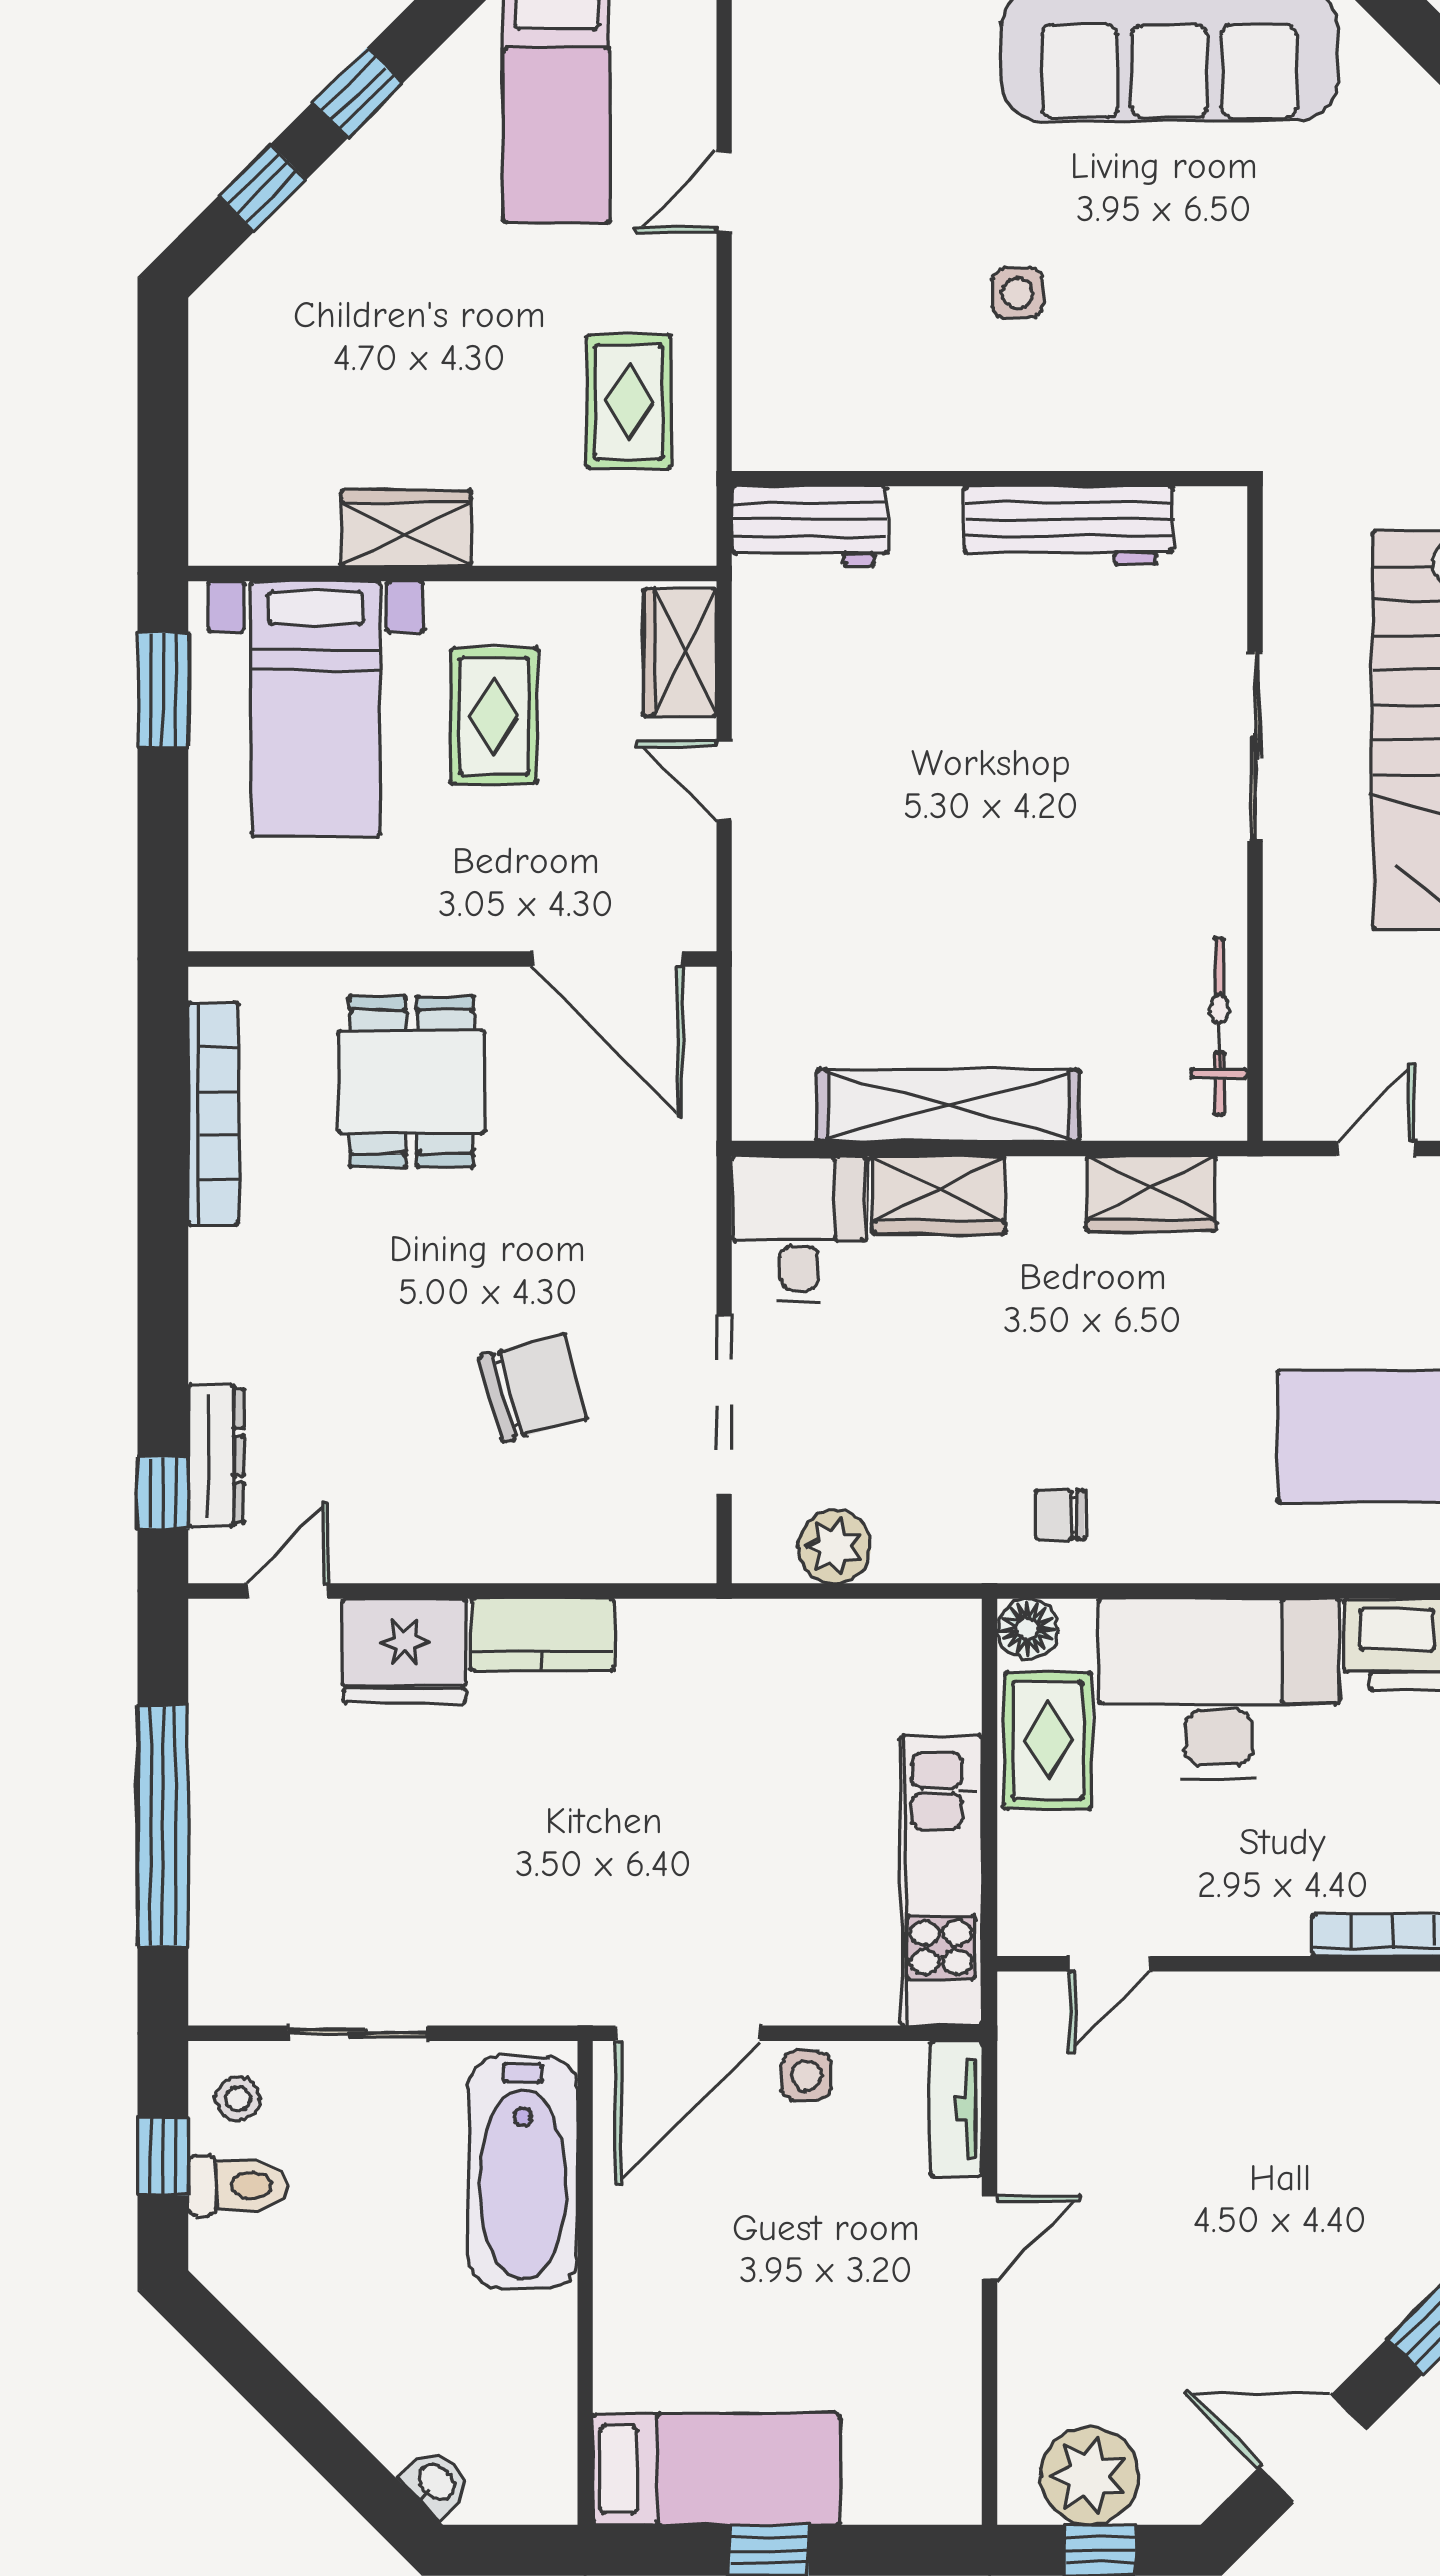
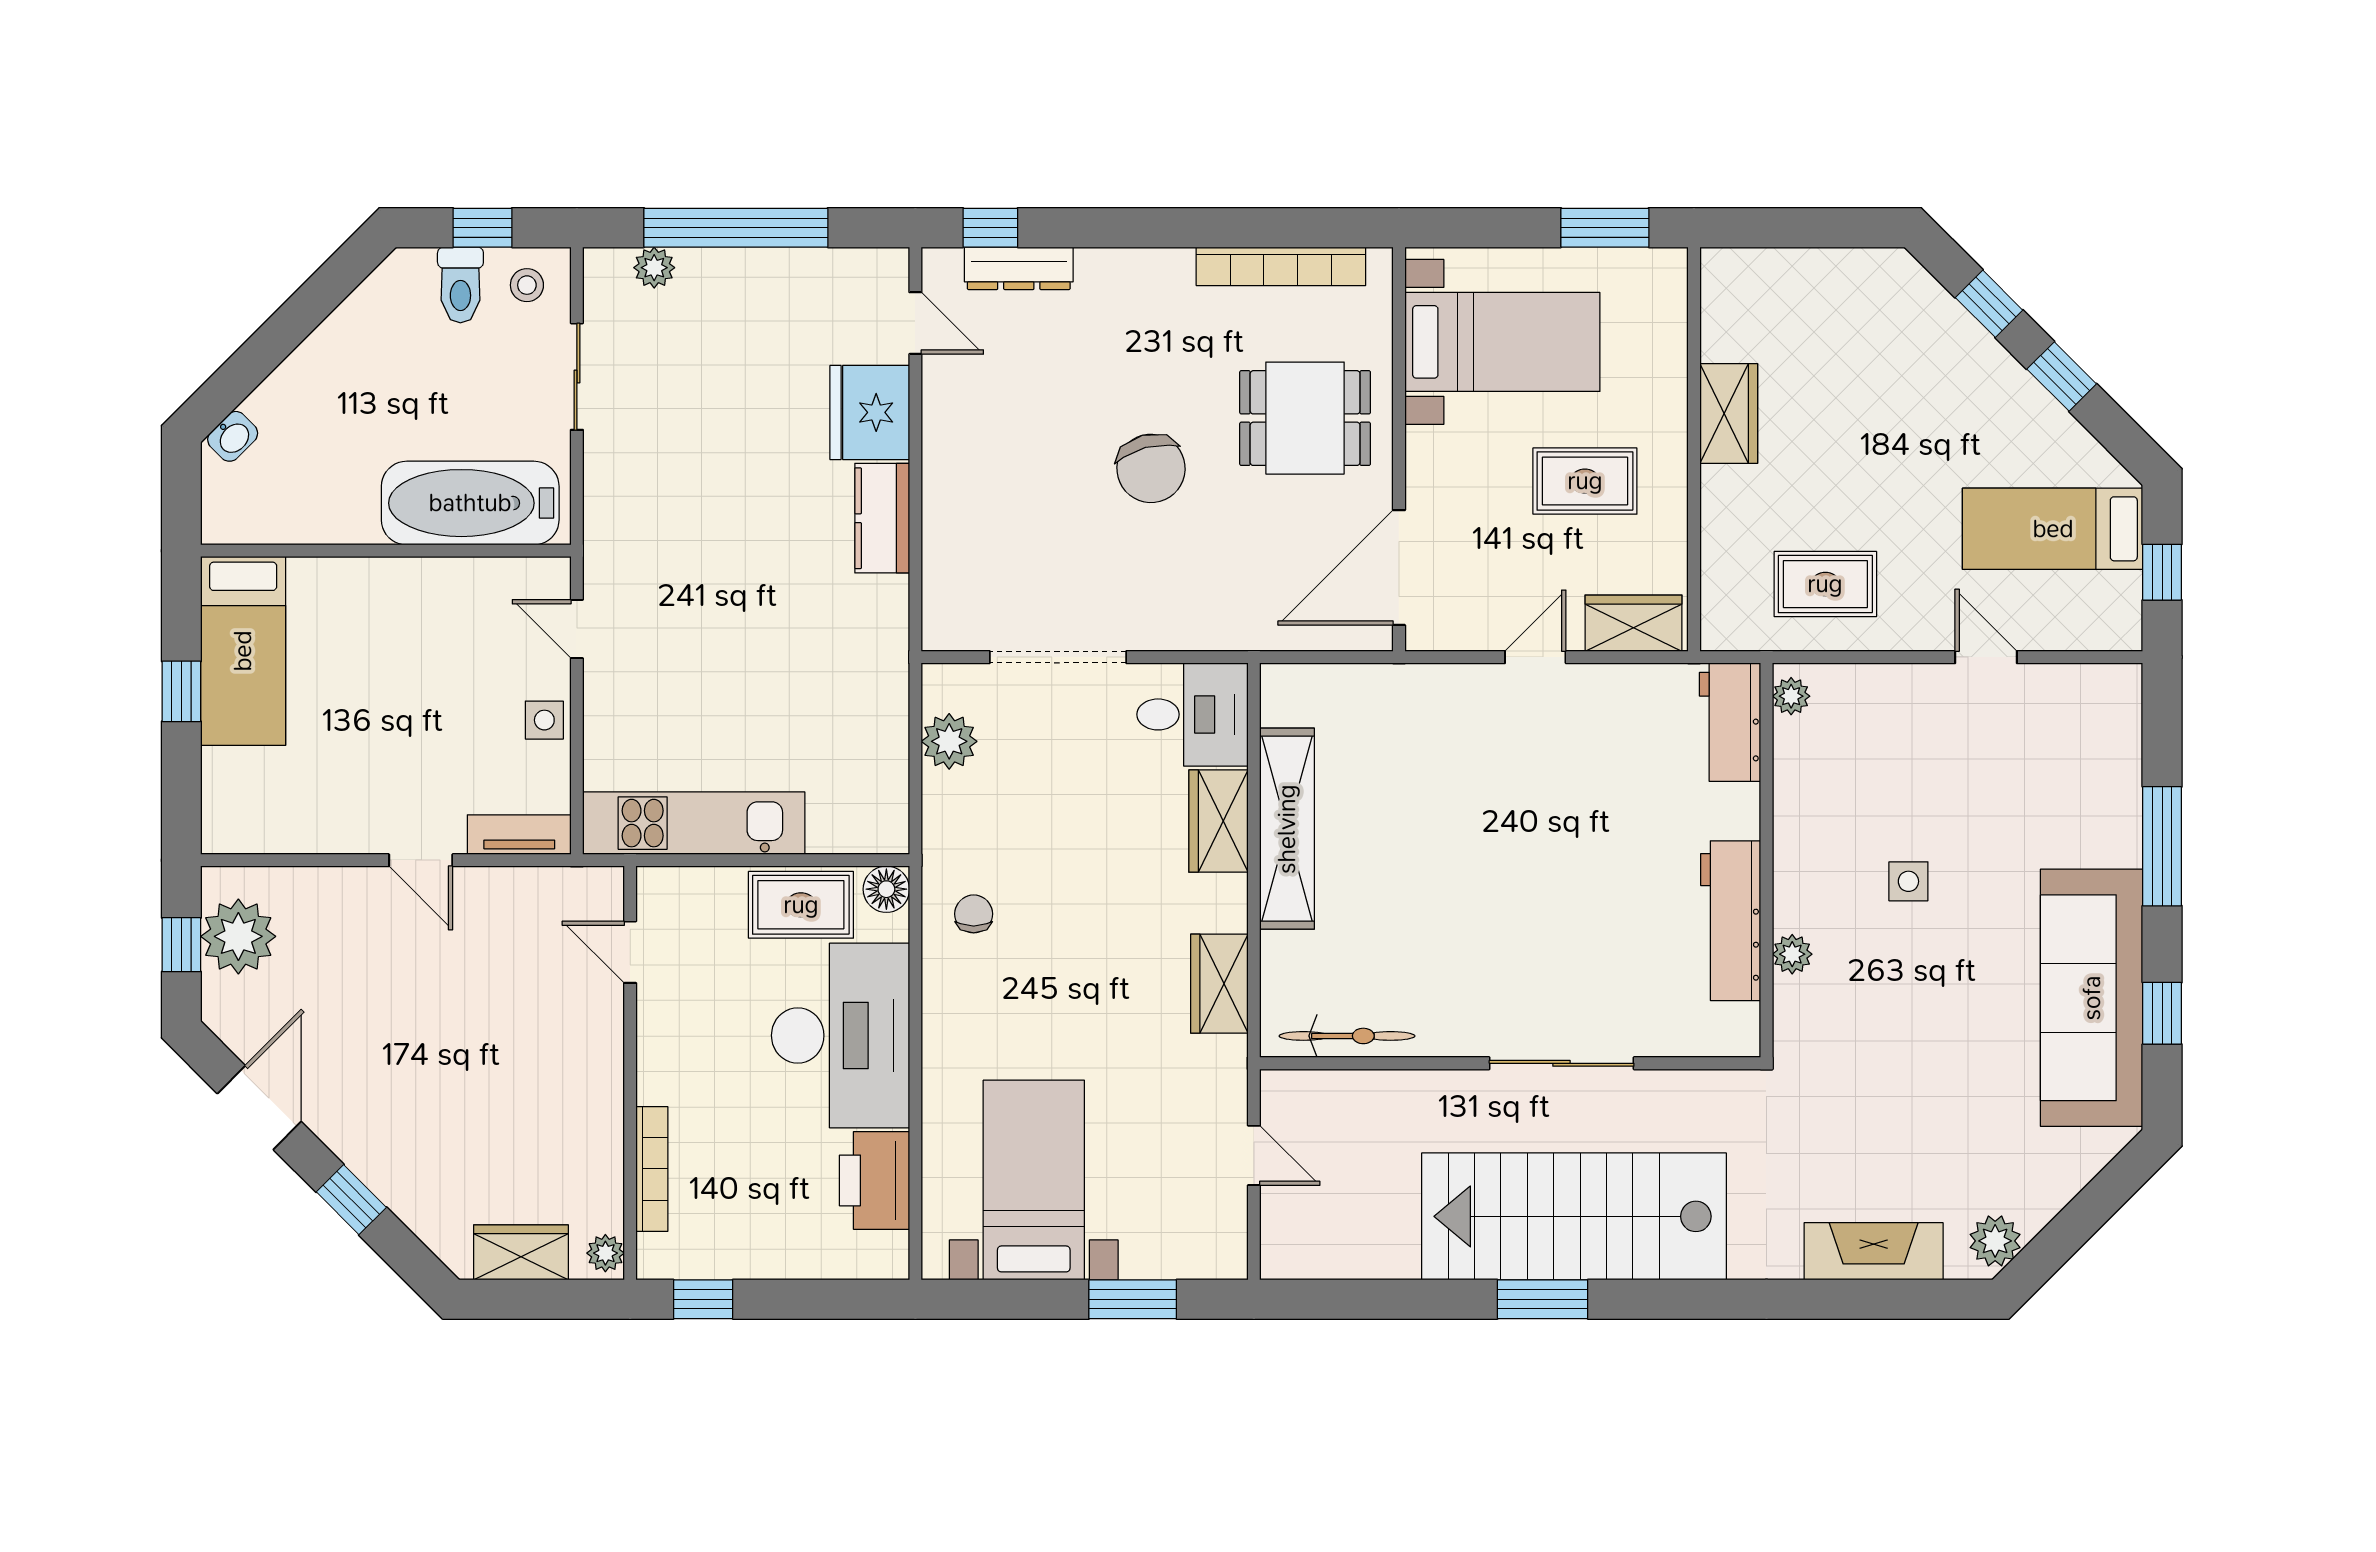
plant: (1112, 445) -> (1792, 954), added
plant: (775, 446) -> (1791, 696), added
bed with nightstands: (316, 709) -> (1502, 342), moved, turned 180
chair: (533, 1388) -> (1151, 468), moved
plant: (215, 1932) -> (654, 268), added
door: (687, 2033) -> (577, 629), width x0.53

